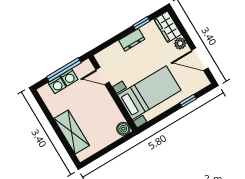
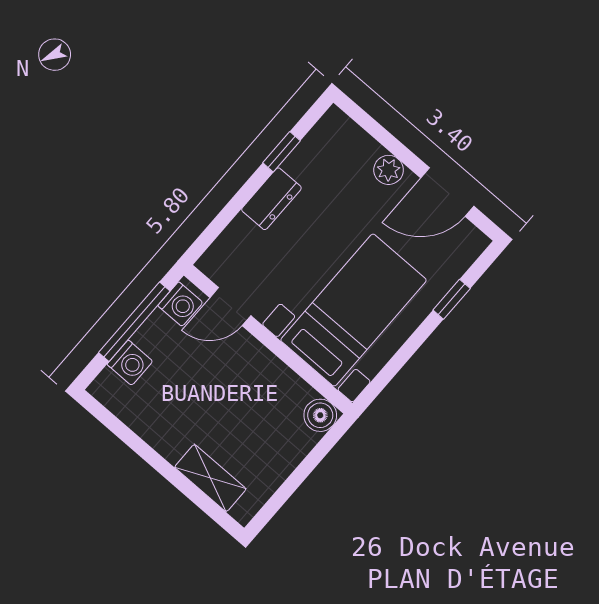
wardrobe: (168, 27) -> (346, 140), removed
washing machine: (69, 77) -> (180, 304), moved
shelving: (72, 132) -> (210, 478), width x0.67, depth x0.75

